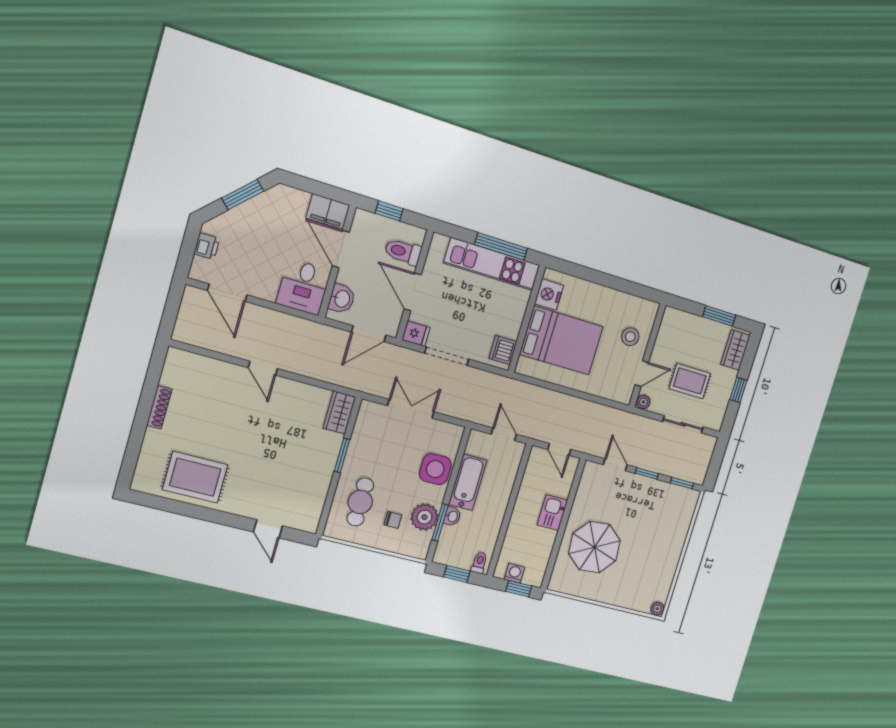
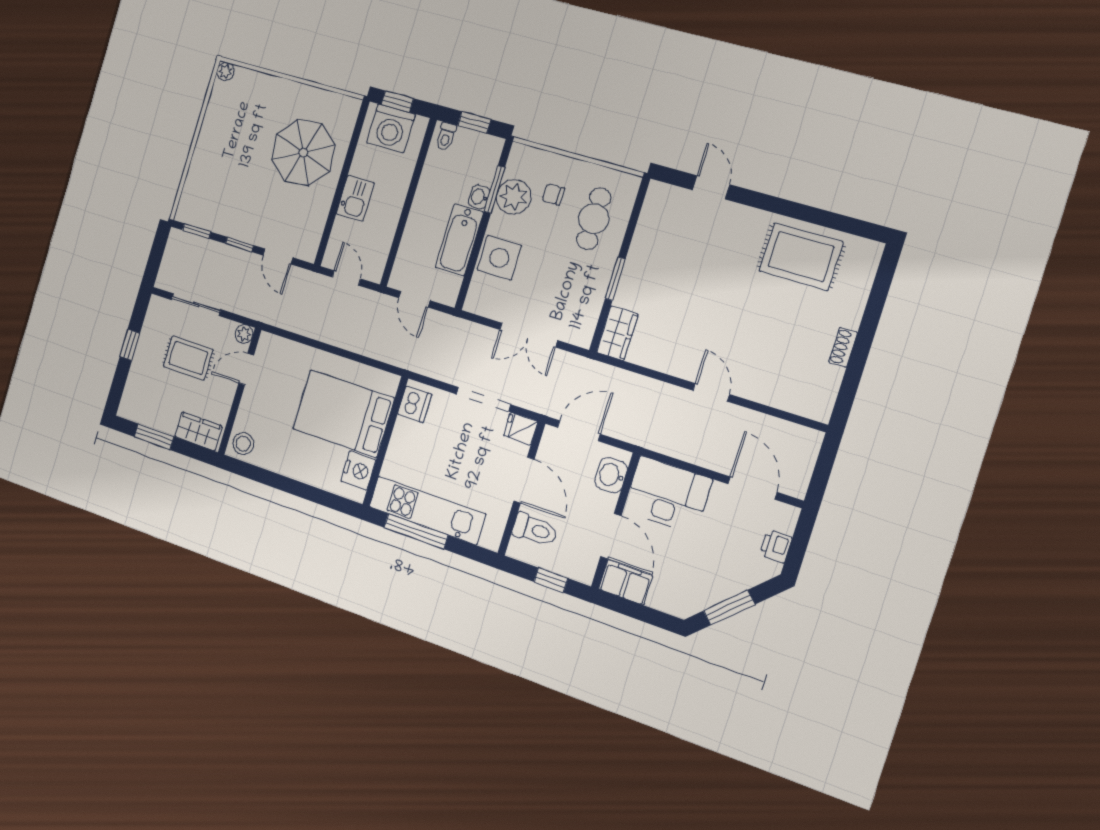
desk: (303, 287) -> (668, 495), width x1.37
stool: (630, 337) -> (243, 444), moved
wardrobe: (735, 350) -> (198, 431), moved, turned -90
shoe rack: (159, 407) -> (843, 347), width x0.70
washing machine: (515, 573) -> (391, 128), width x1.89, depth x1.89

